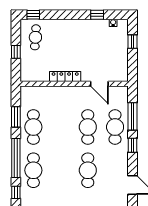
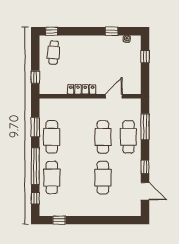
window: (16, 52) -> (35, 77), moved
door: (99, 84) -> (114, 96), swing flipped
window: (133, 145) -> (145, 167), moved

